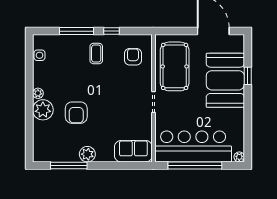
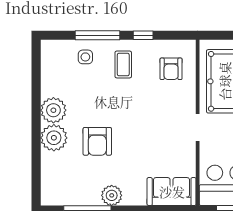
side table: (40, 55) -> (85, 57), moved
armchair: (133, 57) -> (171, 69), turned 180
plant: (38, 93) -> (53, 110), width x1.88, depth x1.88

